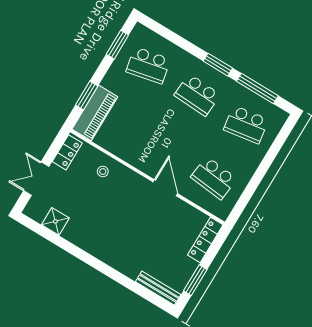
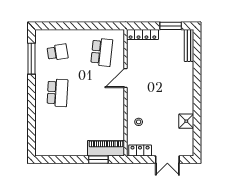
window: (117, 45) -> (56, 160), removed
school desk: (148, 65) -> (57, 133), removed
window: (218, 65) -> (31, 91), removed
school desk: (246, 125) -> (57, 52), width x0.54
shower: (55, 221) -> (186, 121), moved

